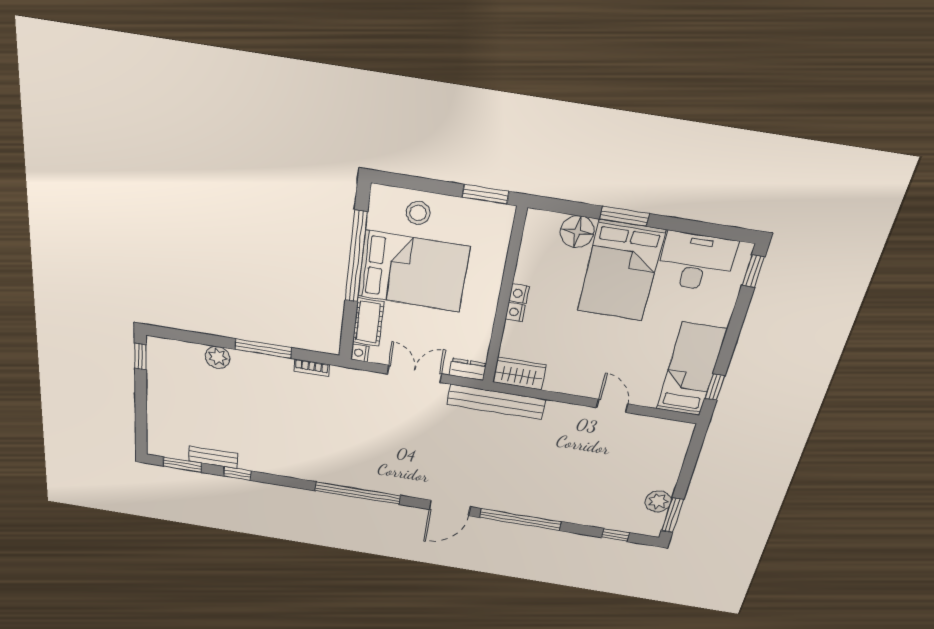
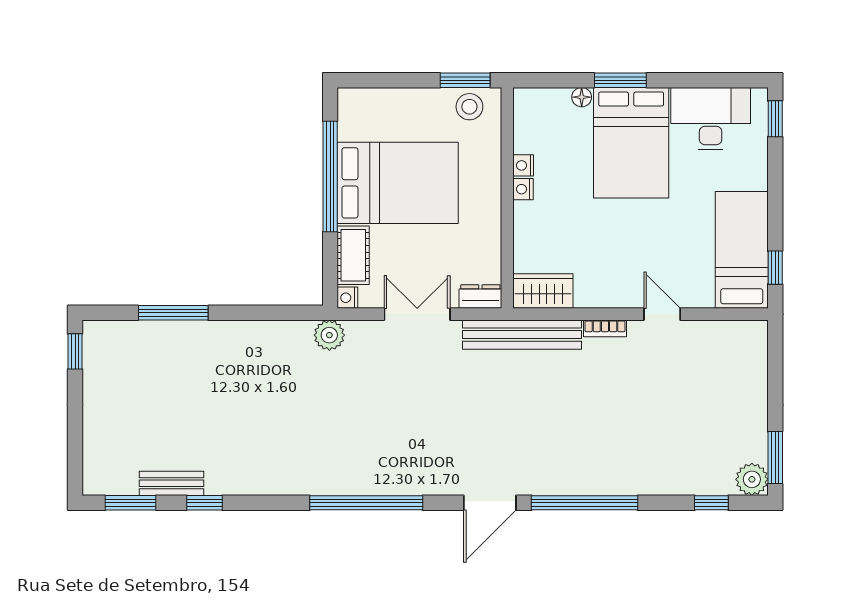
stool: (418, 213) -> (469, 107), moved
floor lamp: (577, 232) -> (582, 97), width x0.53, depth x0.53
nightstand: (515, 312) -> (523, 165), moved
window: (263, 348) -> (173, 313), moved
plant: (218, 357) -> (329, 335), moved
bookcase: (312, 368) -> (605, 328), moved
plant: (658, 501) -> (752, 479), moved

